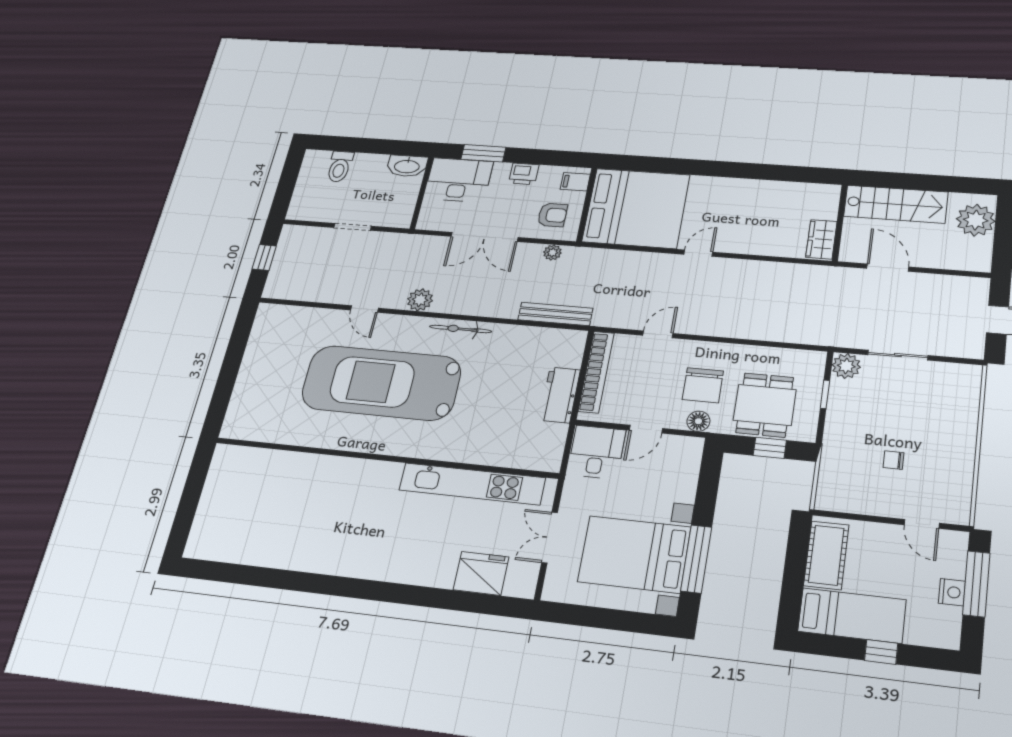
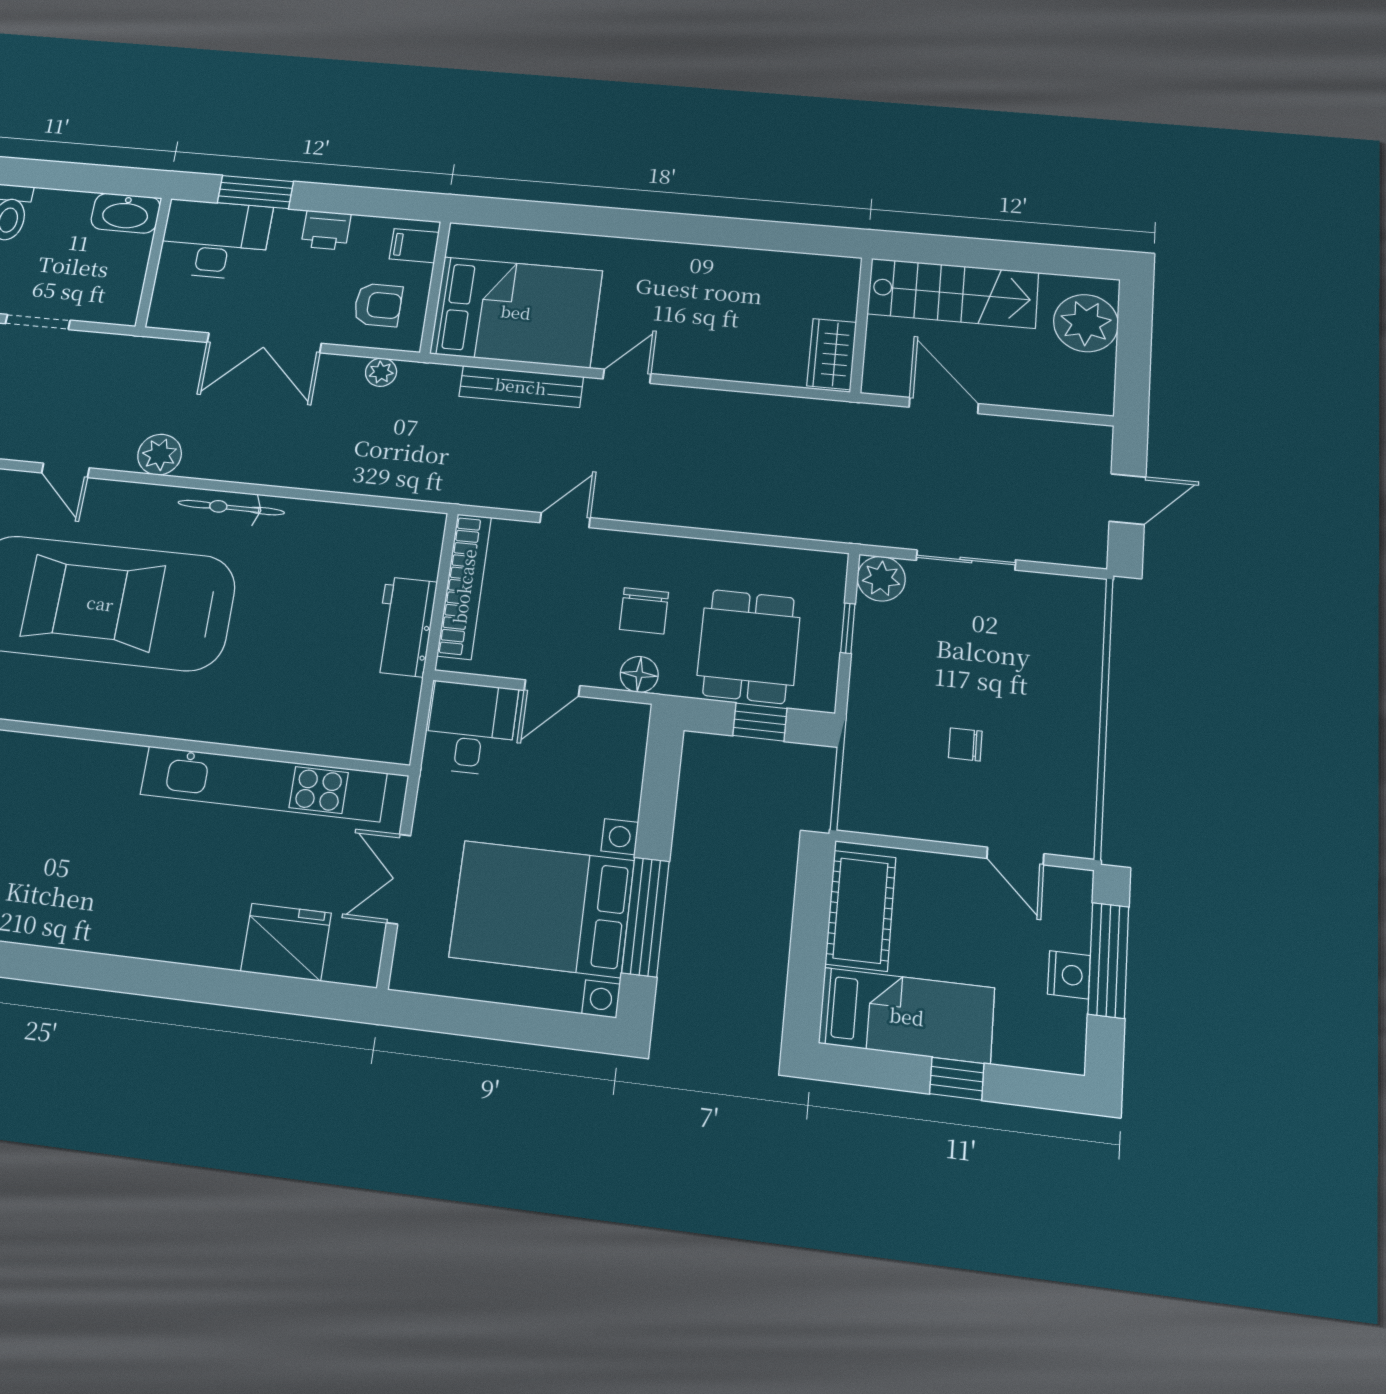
bed: (636, 208) -> (516, 312), width x0.73
bench: (555, 314) -> (521, 386), moved
chair: (703, 385) -> (644, 611), width x0.73, depth x0.73

